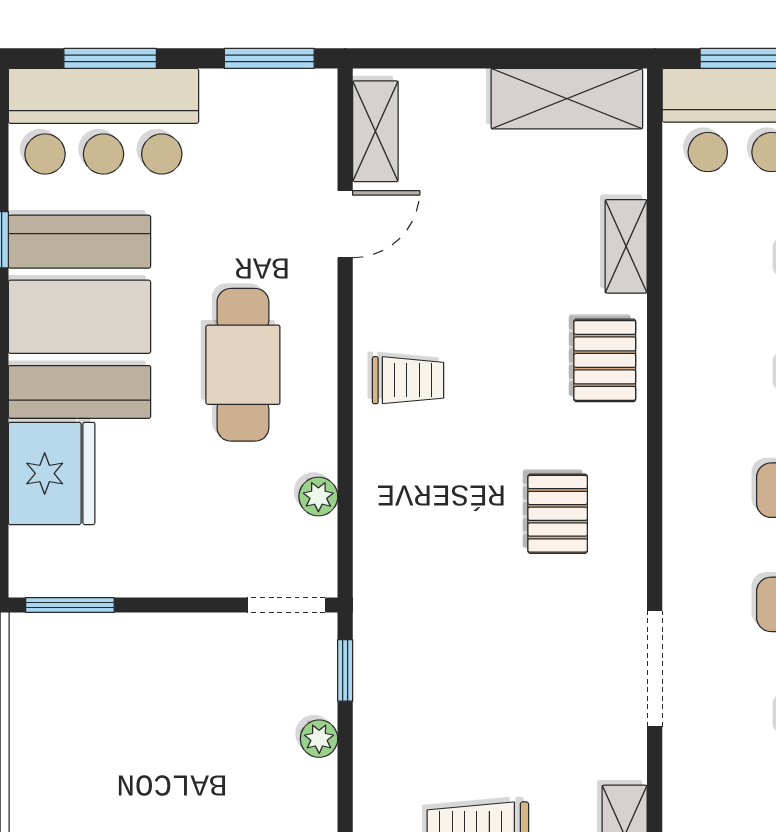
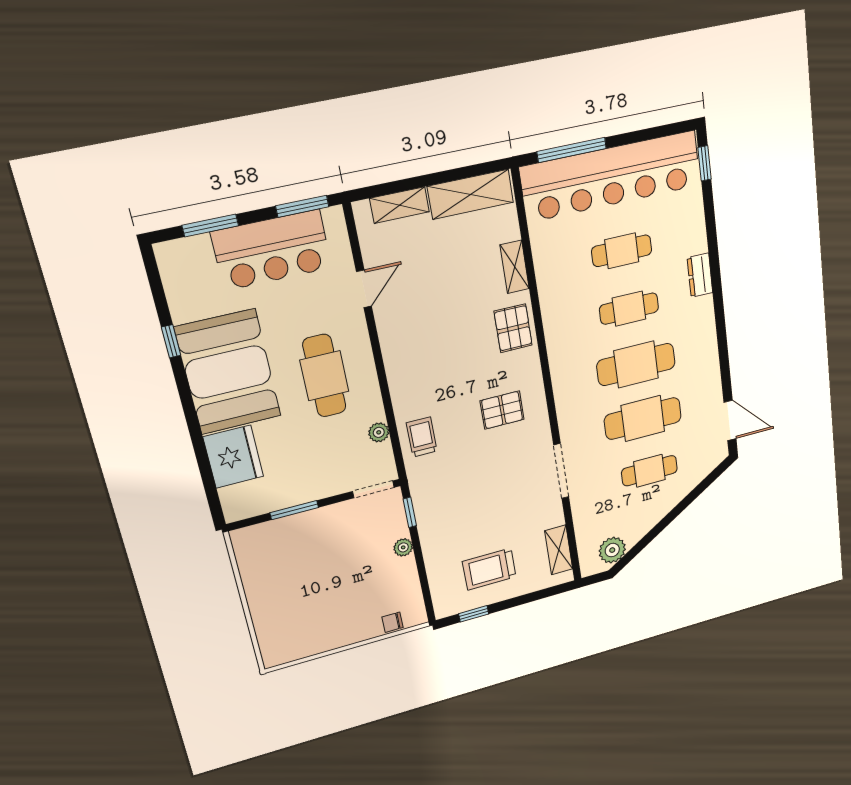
bar counter: (103, 121) -> (272, 250), moved
shelving: (375, 131) -> (400, 205), moved, turned 90
trolley: (408, 380) -> (422, 437), moved, turned -90
pallet: (558, 514) -> (502, 410), turned 90
window: (70, 605) -> (294, 510), moved

